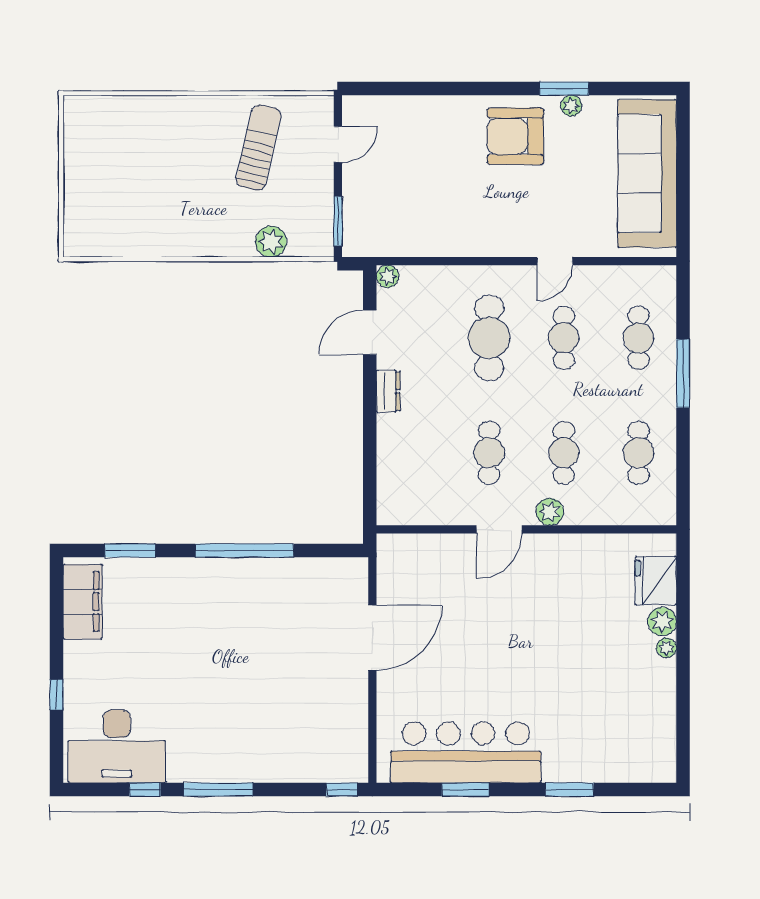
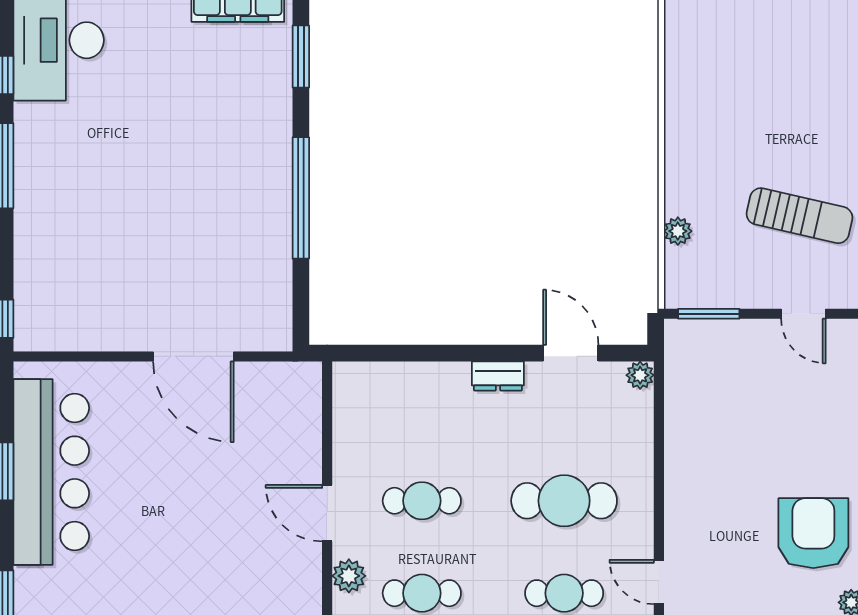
plant: (271, 242) -> (678, 231), width x0.73, depth x0.73

